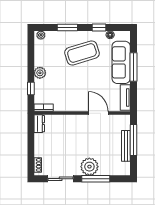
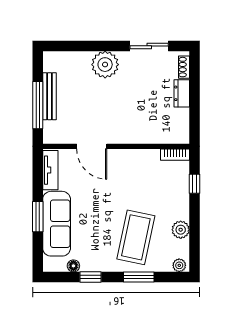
coffee table: (82, 53) -> (136, 237), moved, turned -61
window: (134, 67) -> (38, 217), width x0.69
plant: (40, 73) -> (181, 230), moved
dresser: (39, 124) -> (182, 93), moved
window: (96, 179) -> (95, 46), removed

